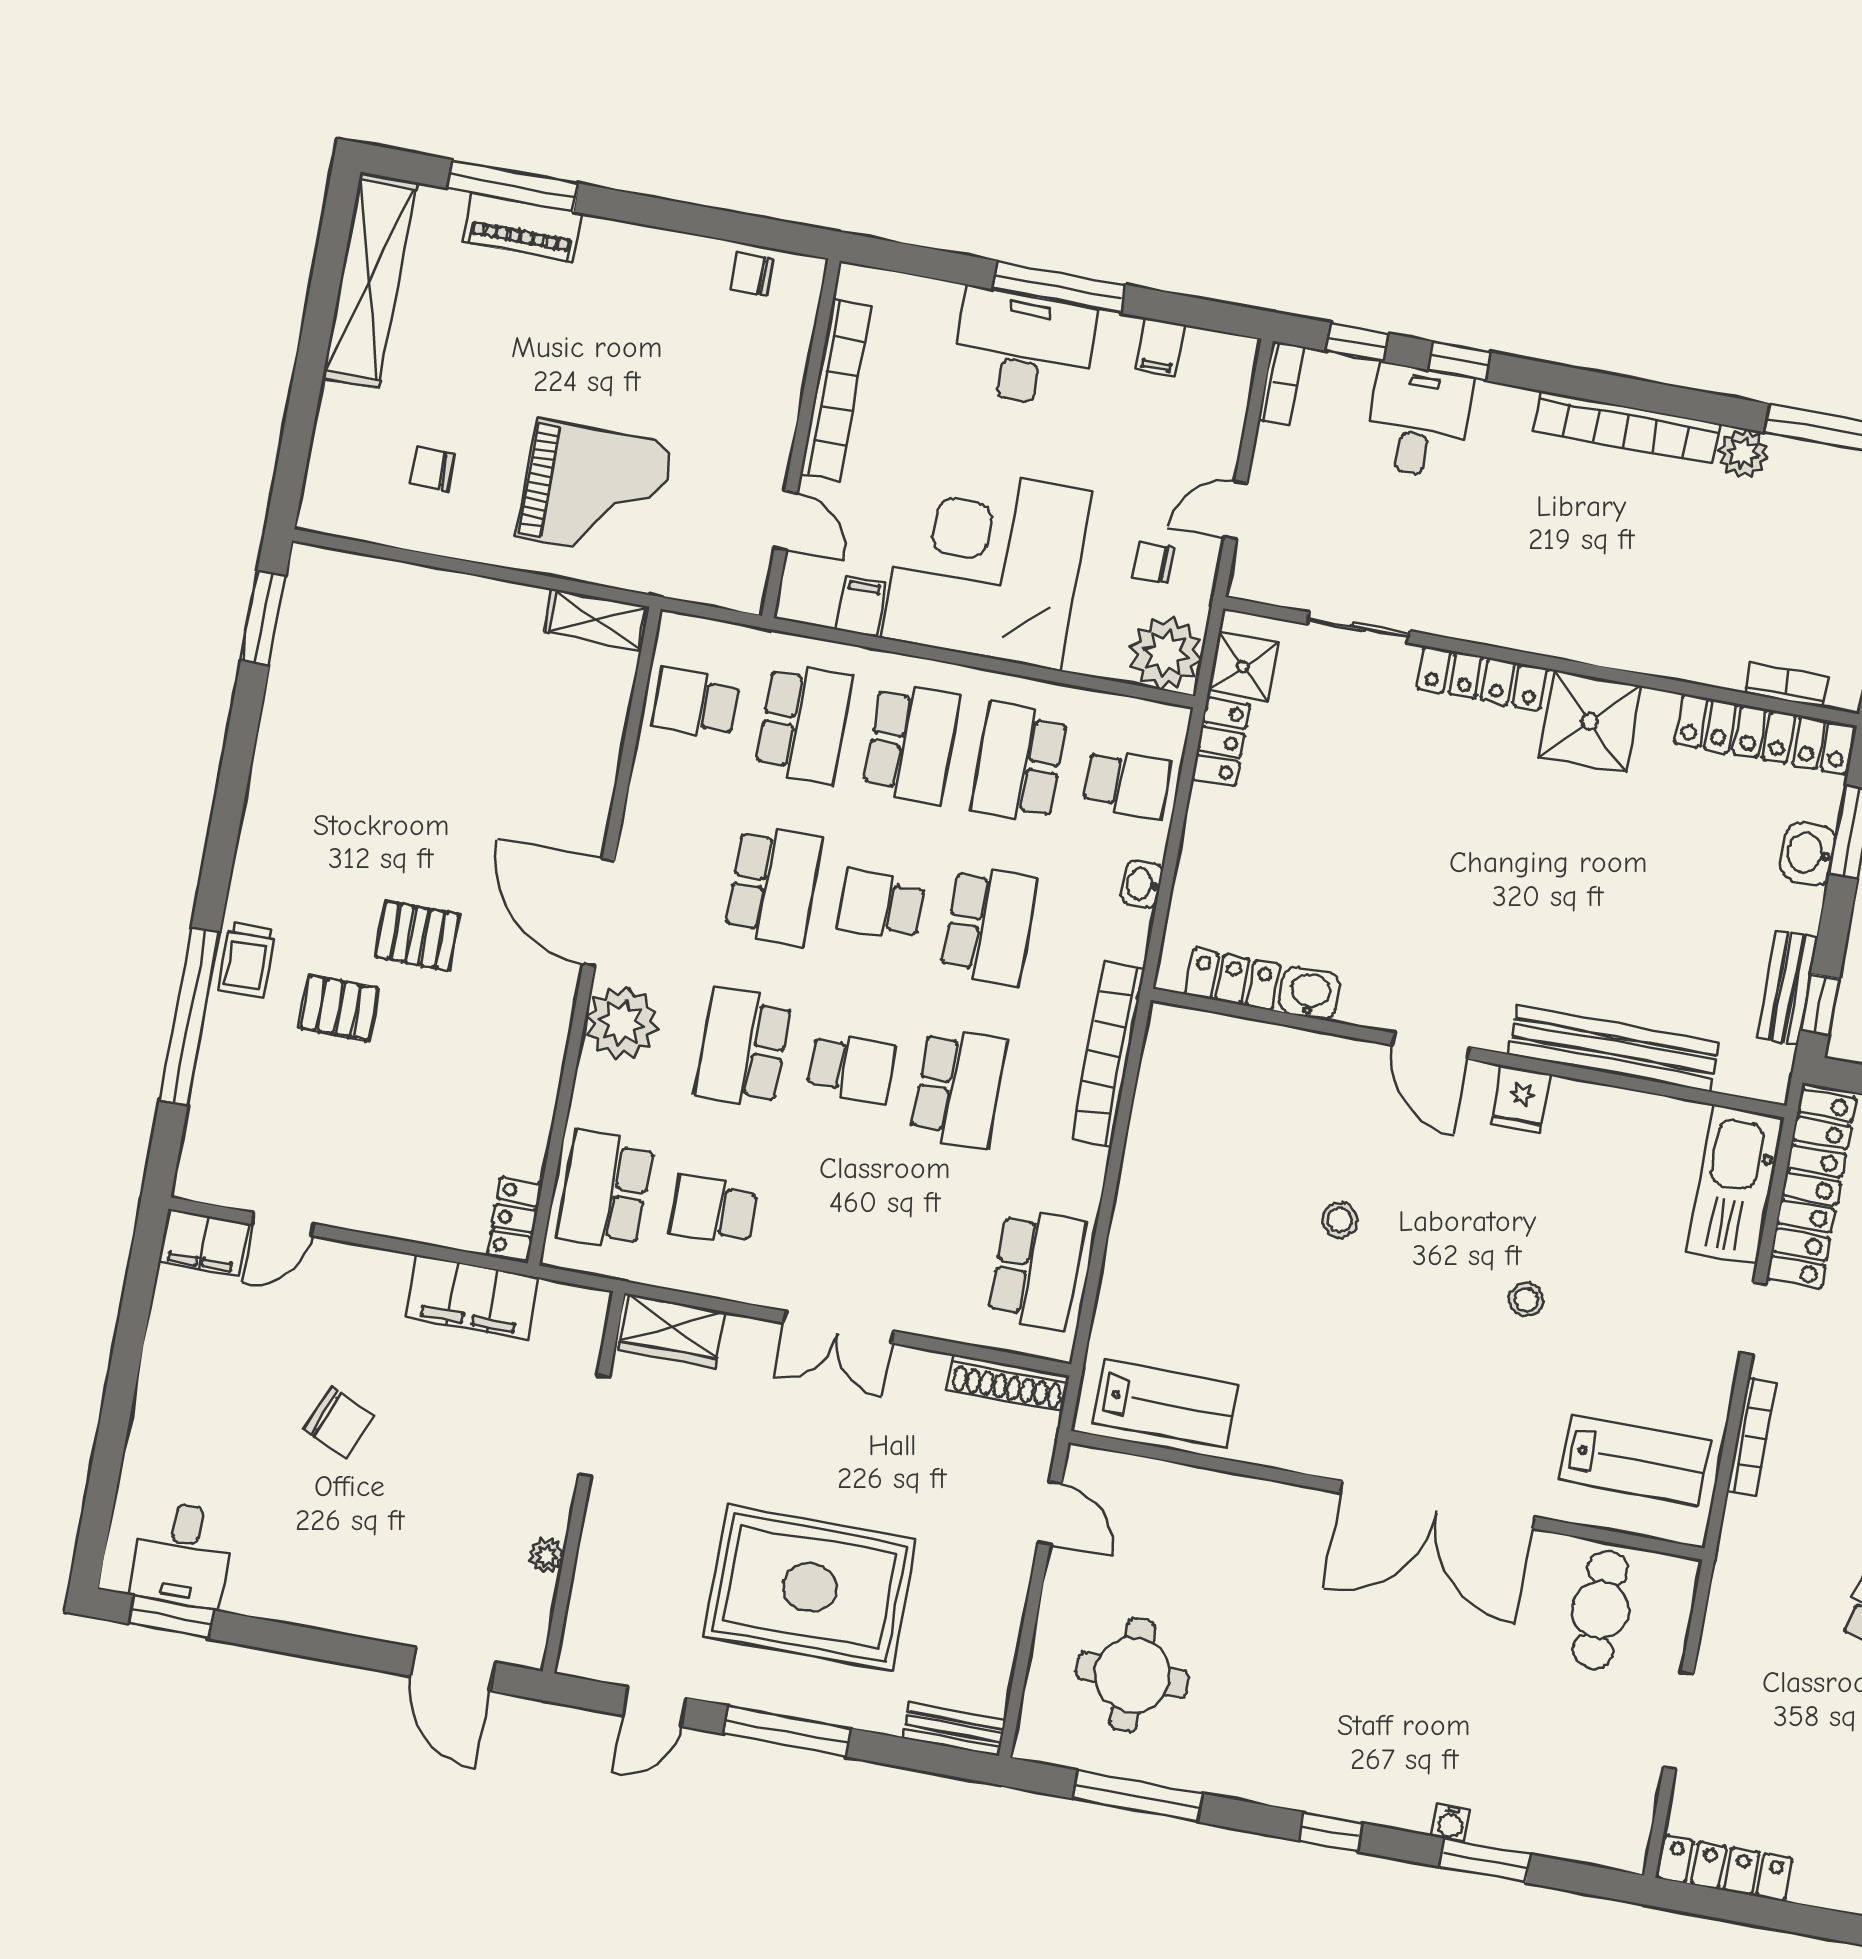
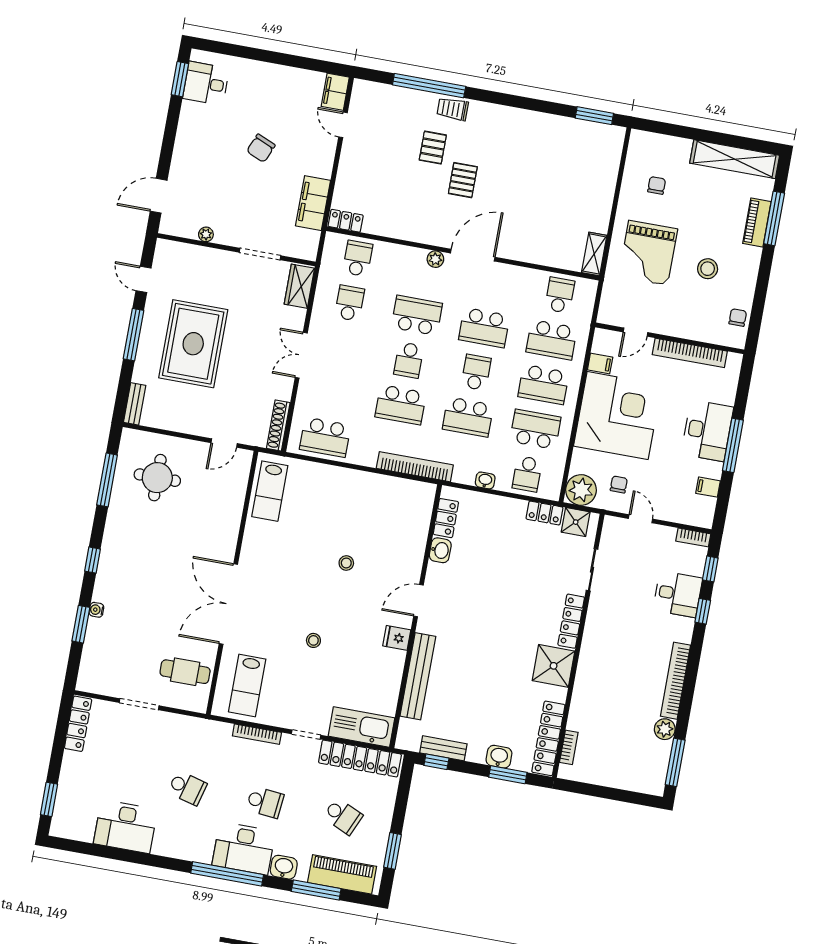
stool: (633, 346) -> (708, 269), added
plant: (622, 1023) -> (435, 259), width x0.53, depth x0.53
school desk: (606, 1190) -> (358, 258), width x0.54

